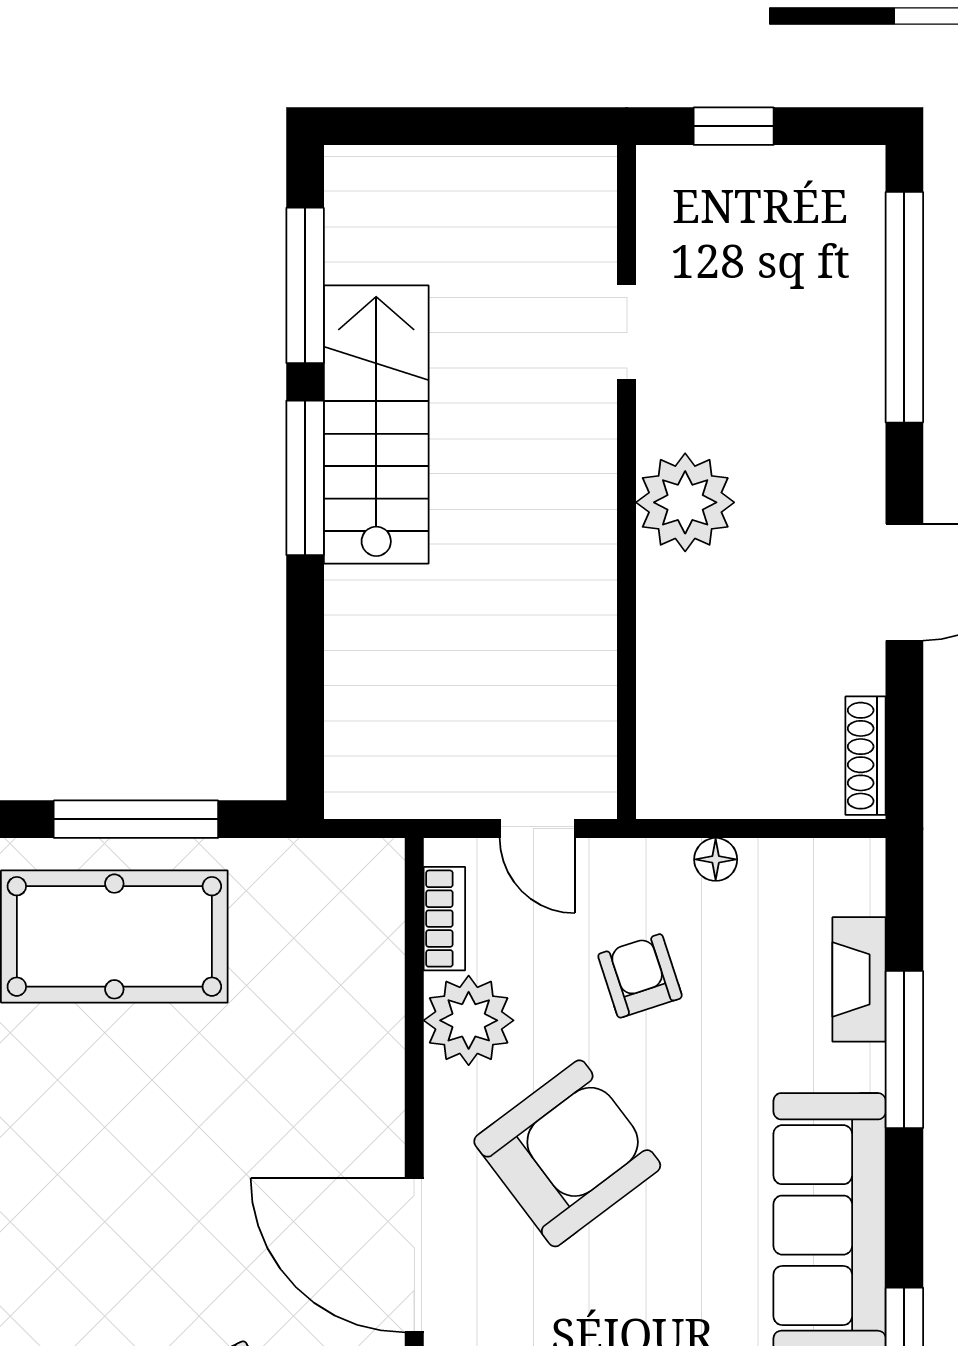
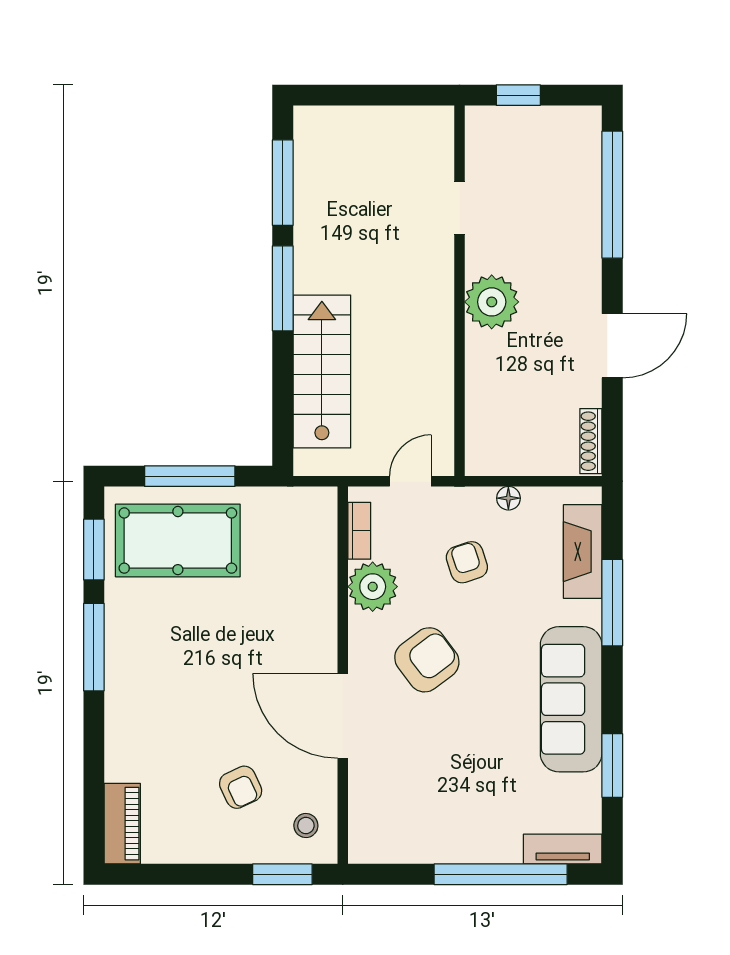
stairs: (376, 425) -> (322, 372), moved
door: (537, 829) -> (410, 481), swing flipped
fireplace: (859, 979) -> (583, 552), width x1.37, depth x1.32
armchair: (567, 1153) -> (427, 660), width x0.73, depth x0.73

